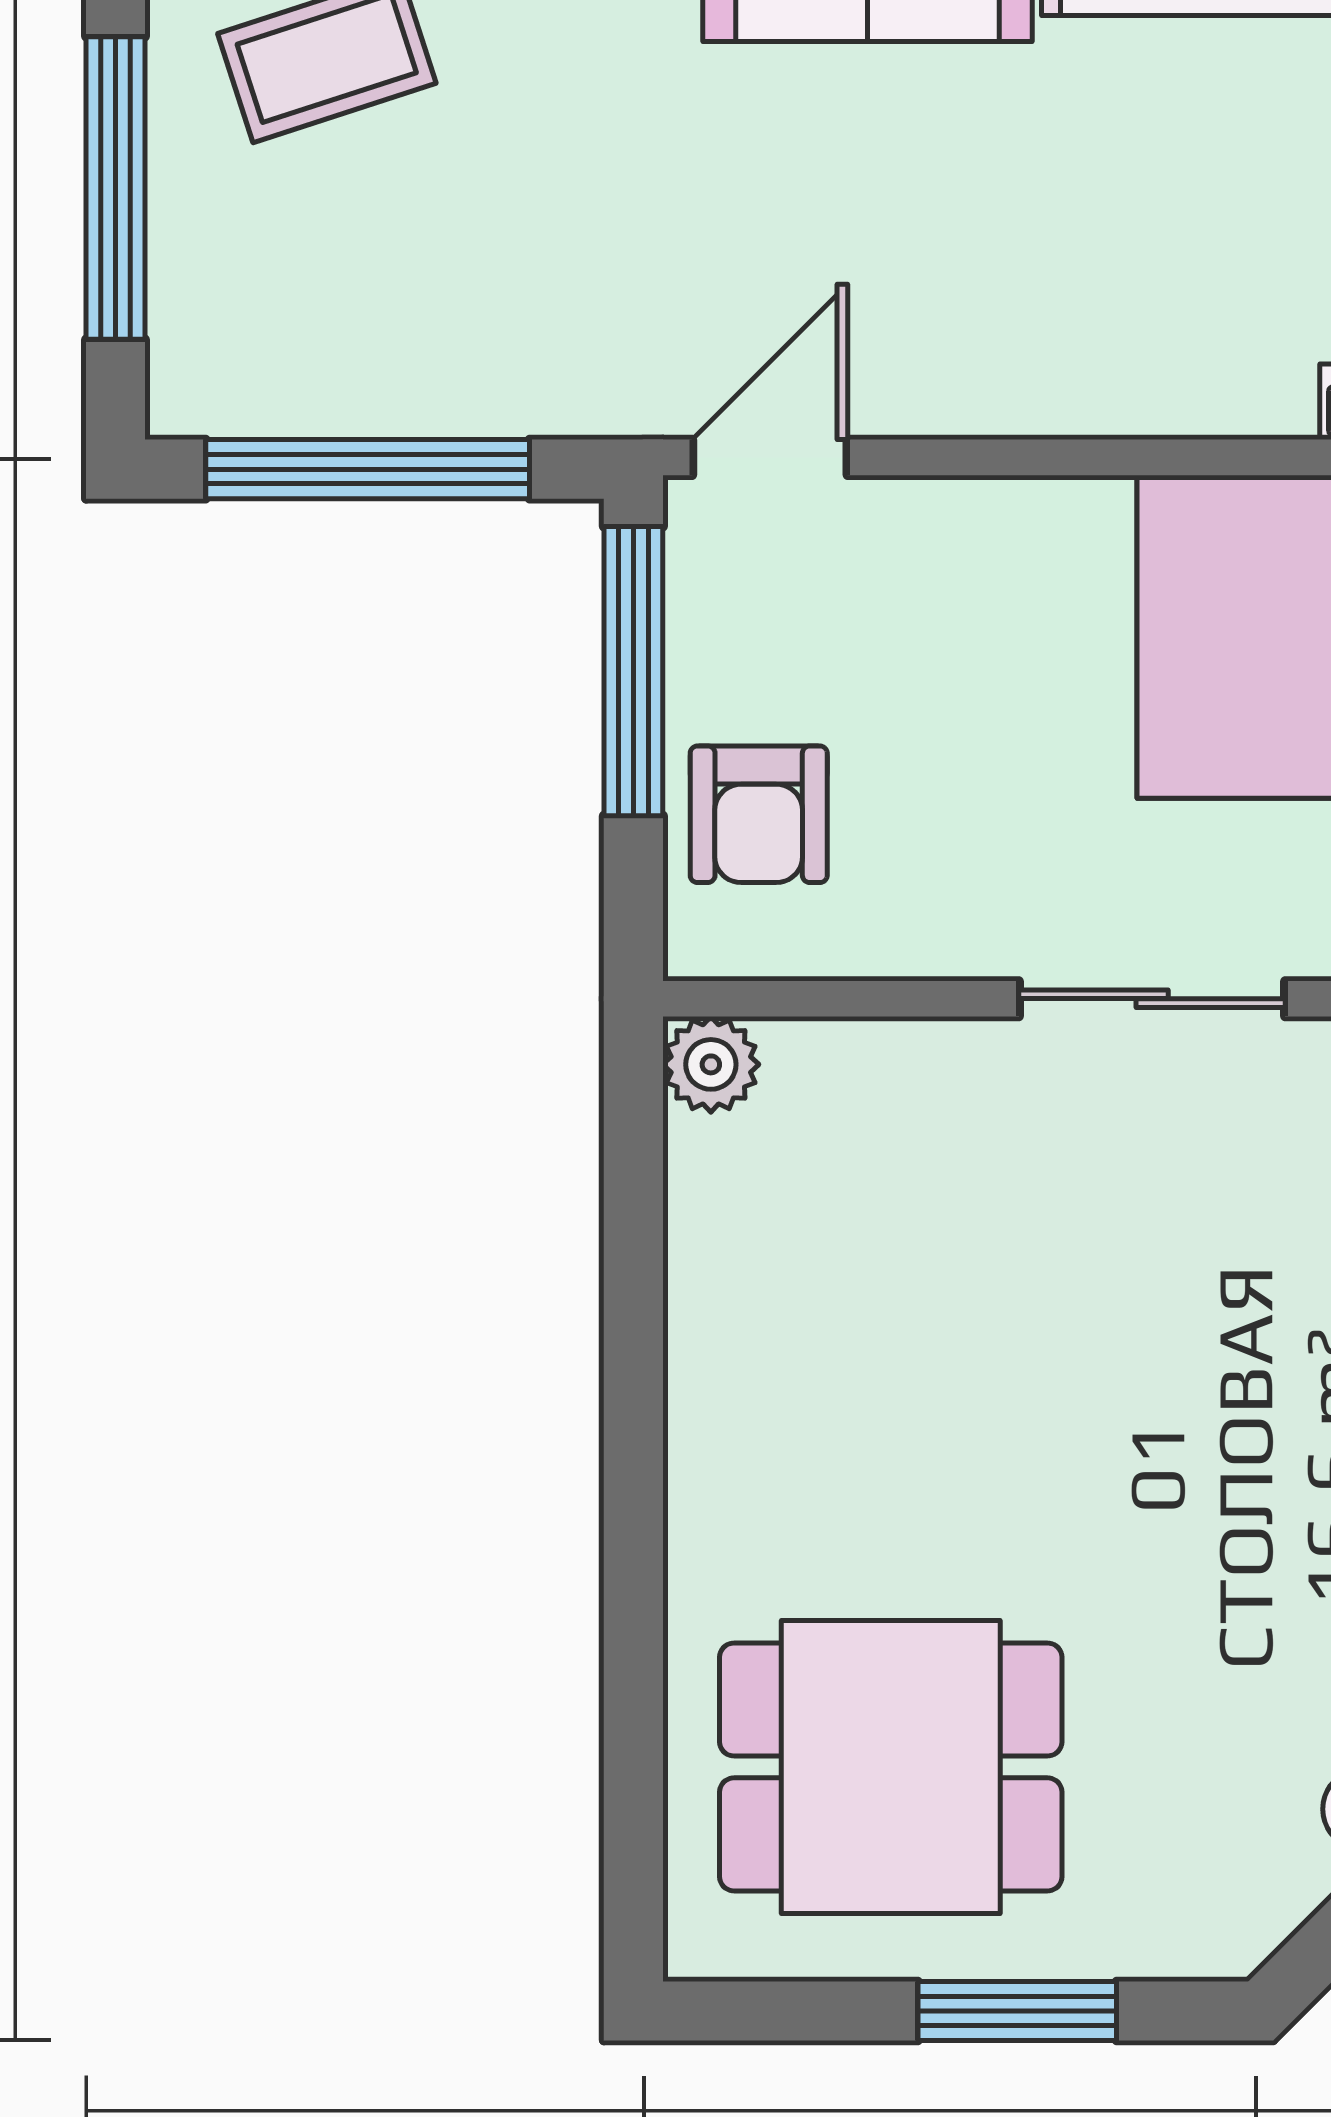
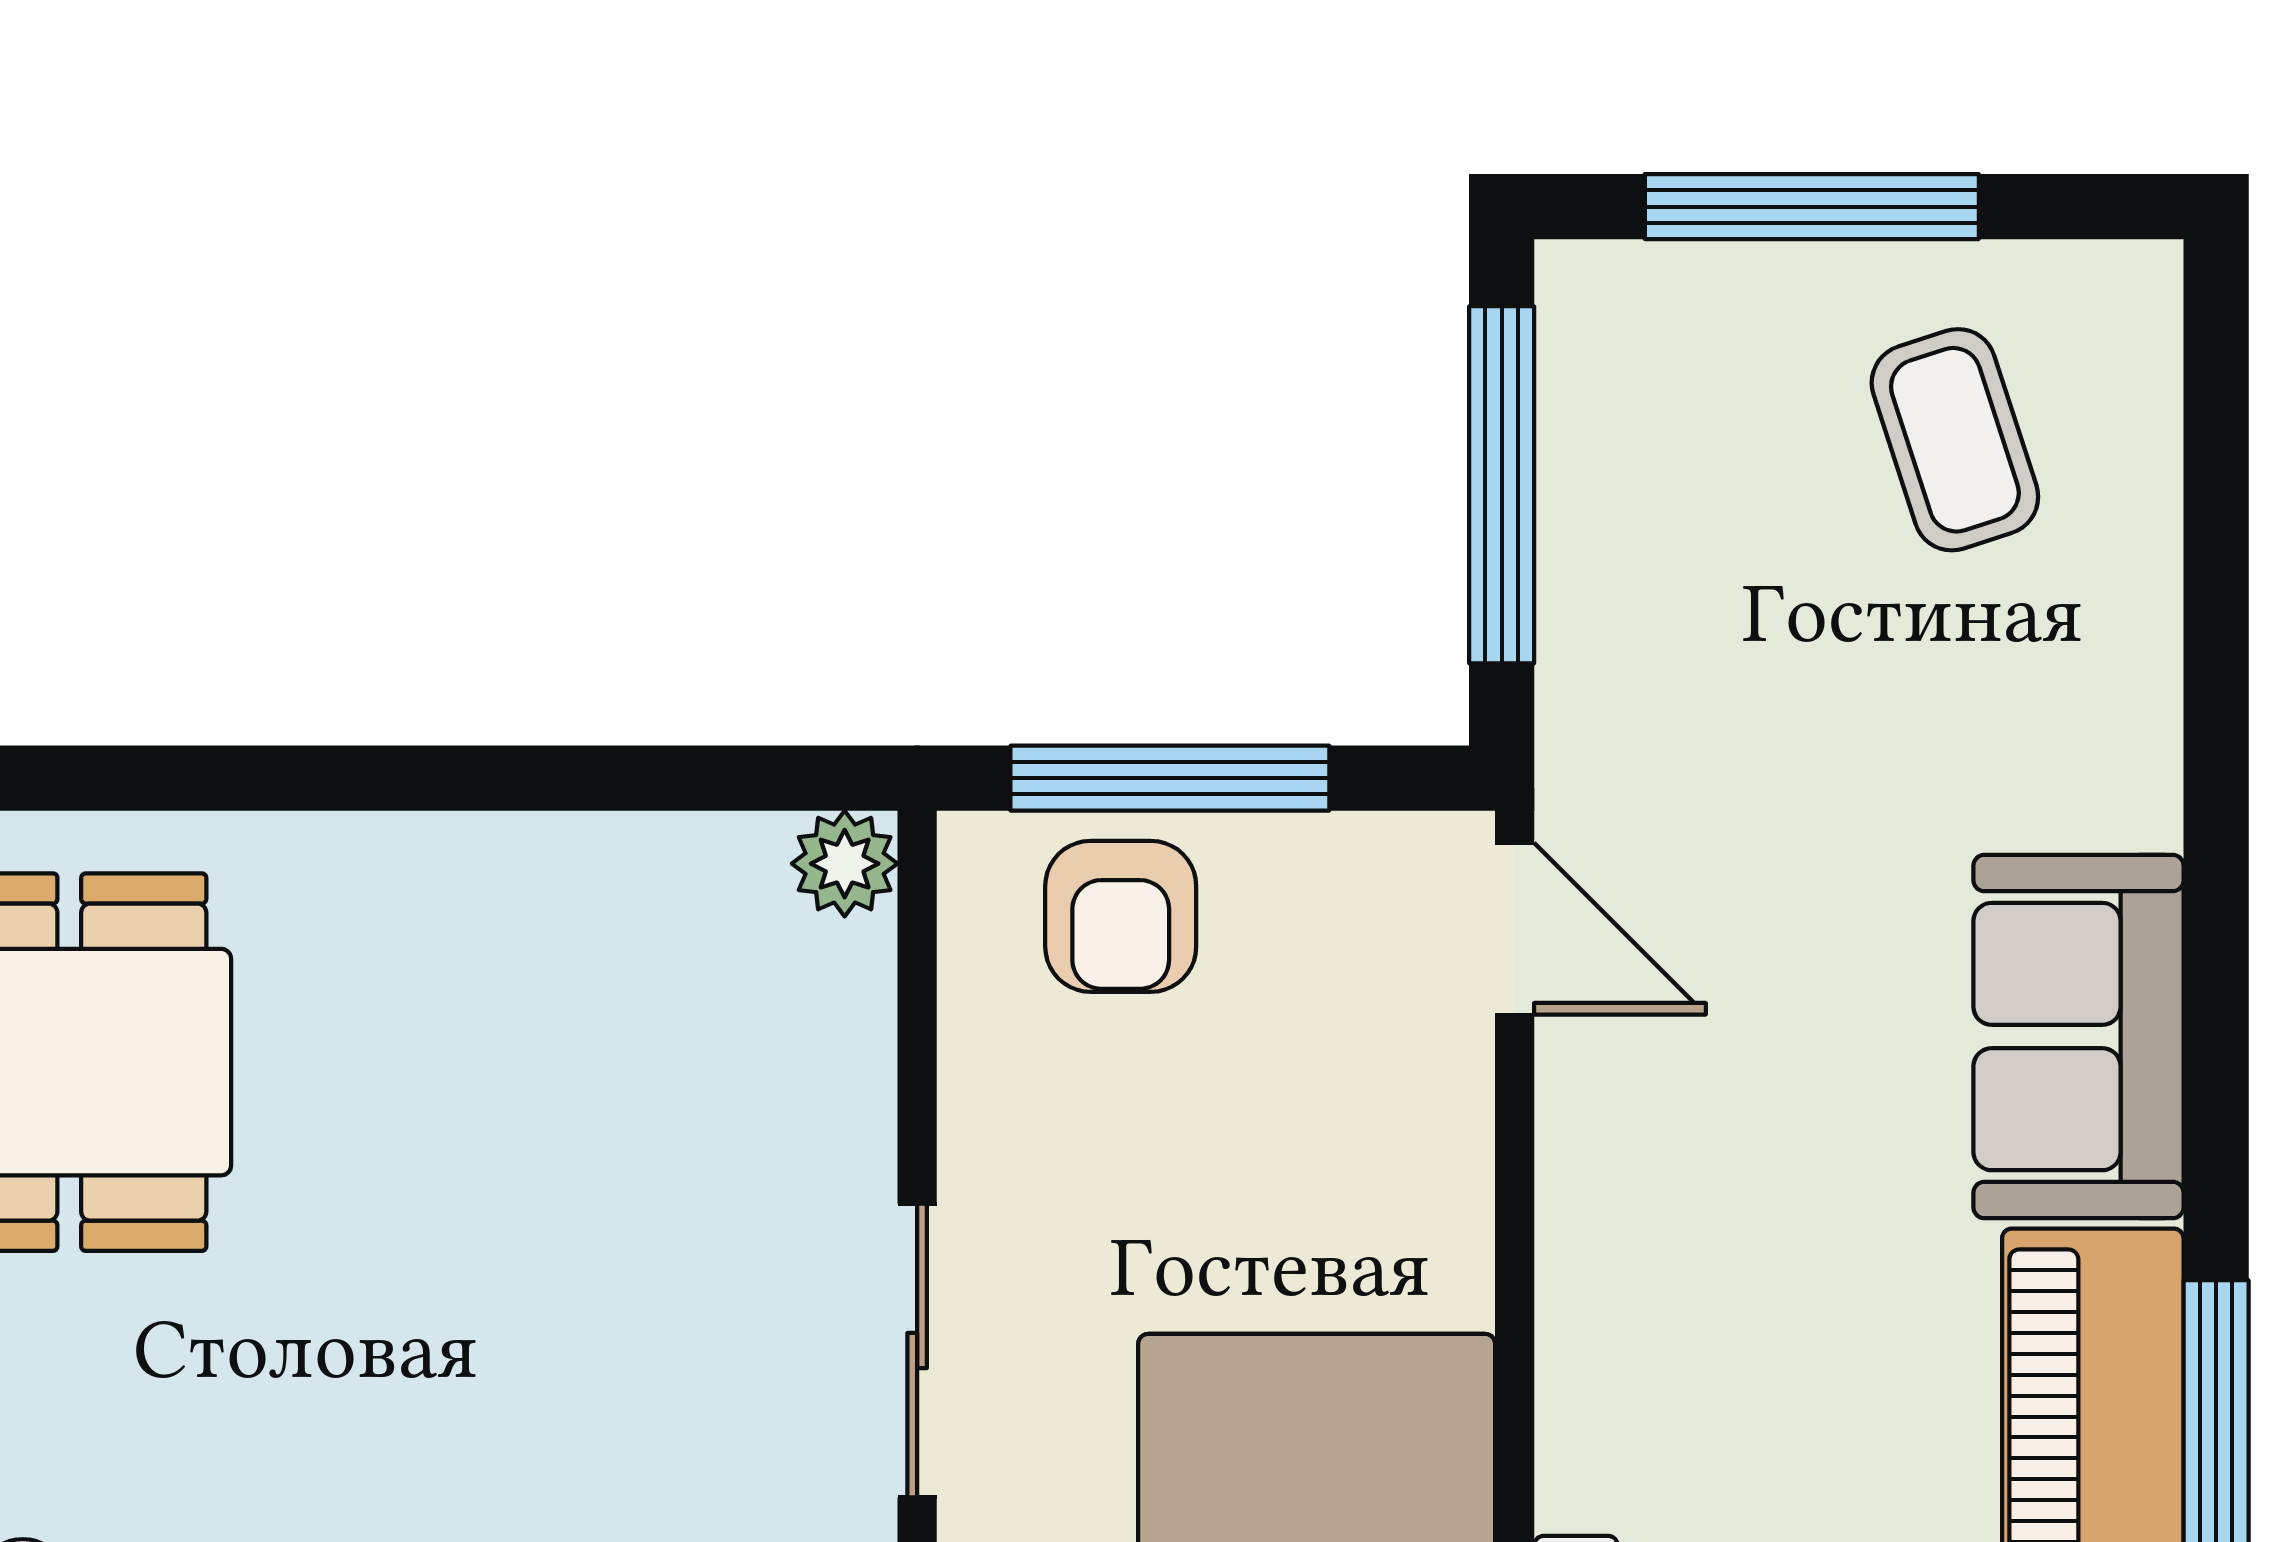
window: (633, 671) -> (1170, 778), moved
armchair: (759, 814) -> (1121, 916), turned -90

